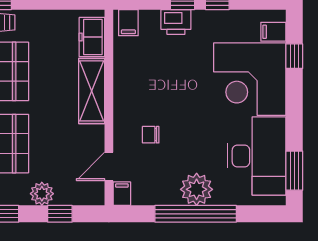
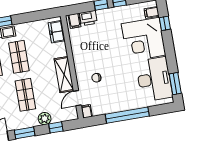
printer: (176, 22) -> (88, 18), moved
shelving: (92, 91) -> (64, 75), moved
plant: (197, 189) -> (125, 102), removed

